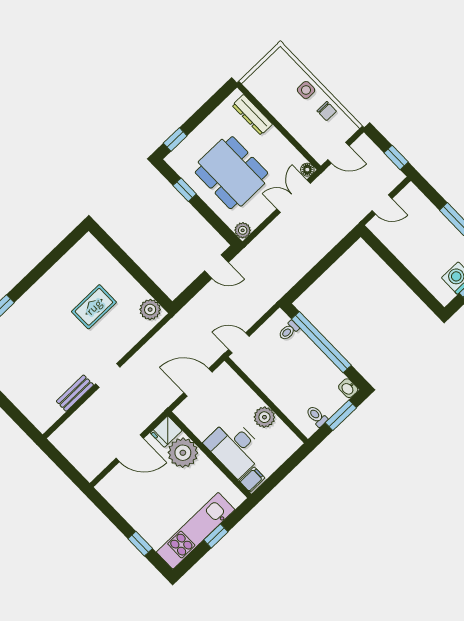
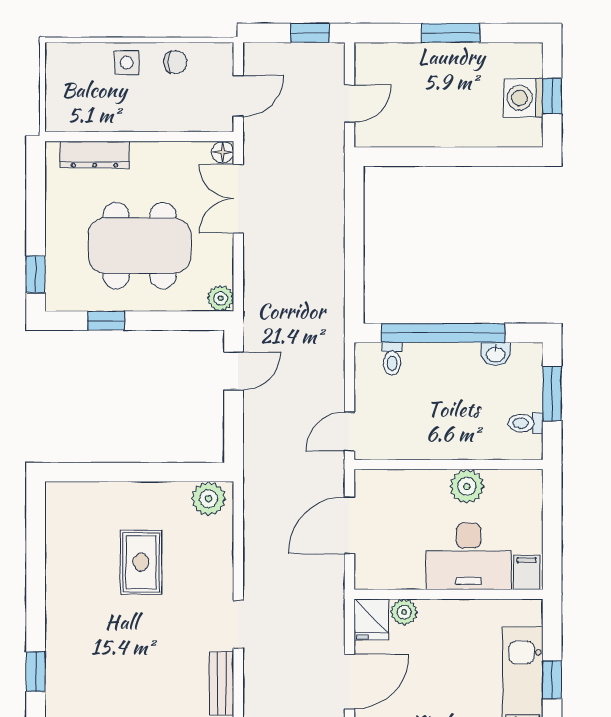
washbasin: (348, 388) -> (496, 354), moved
plant: (183, 453) -> (404, 612), width x0.53, depth x0.53

